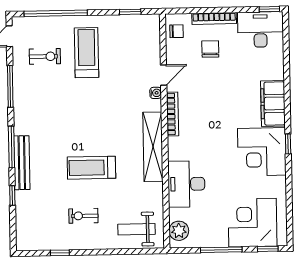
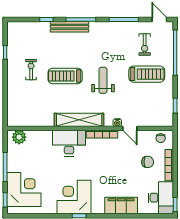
filing cabinet: (273, 104) -> (121, 206), moved
treadmill: (91, 168) -> (65, 76), turned -90
desk: (186, 184) -> (69, 143), moved
weight bench: (137, 229) -> (103, 80), moved

